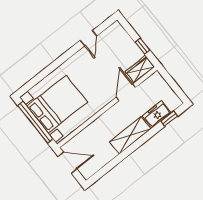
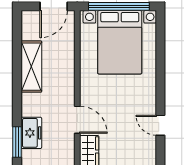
window: (169, 119) -> (17, 142), width x1.50
shelving: (130, 135) -> (31, 67), moved

